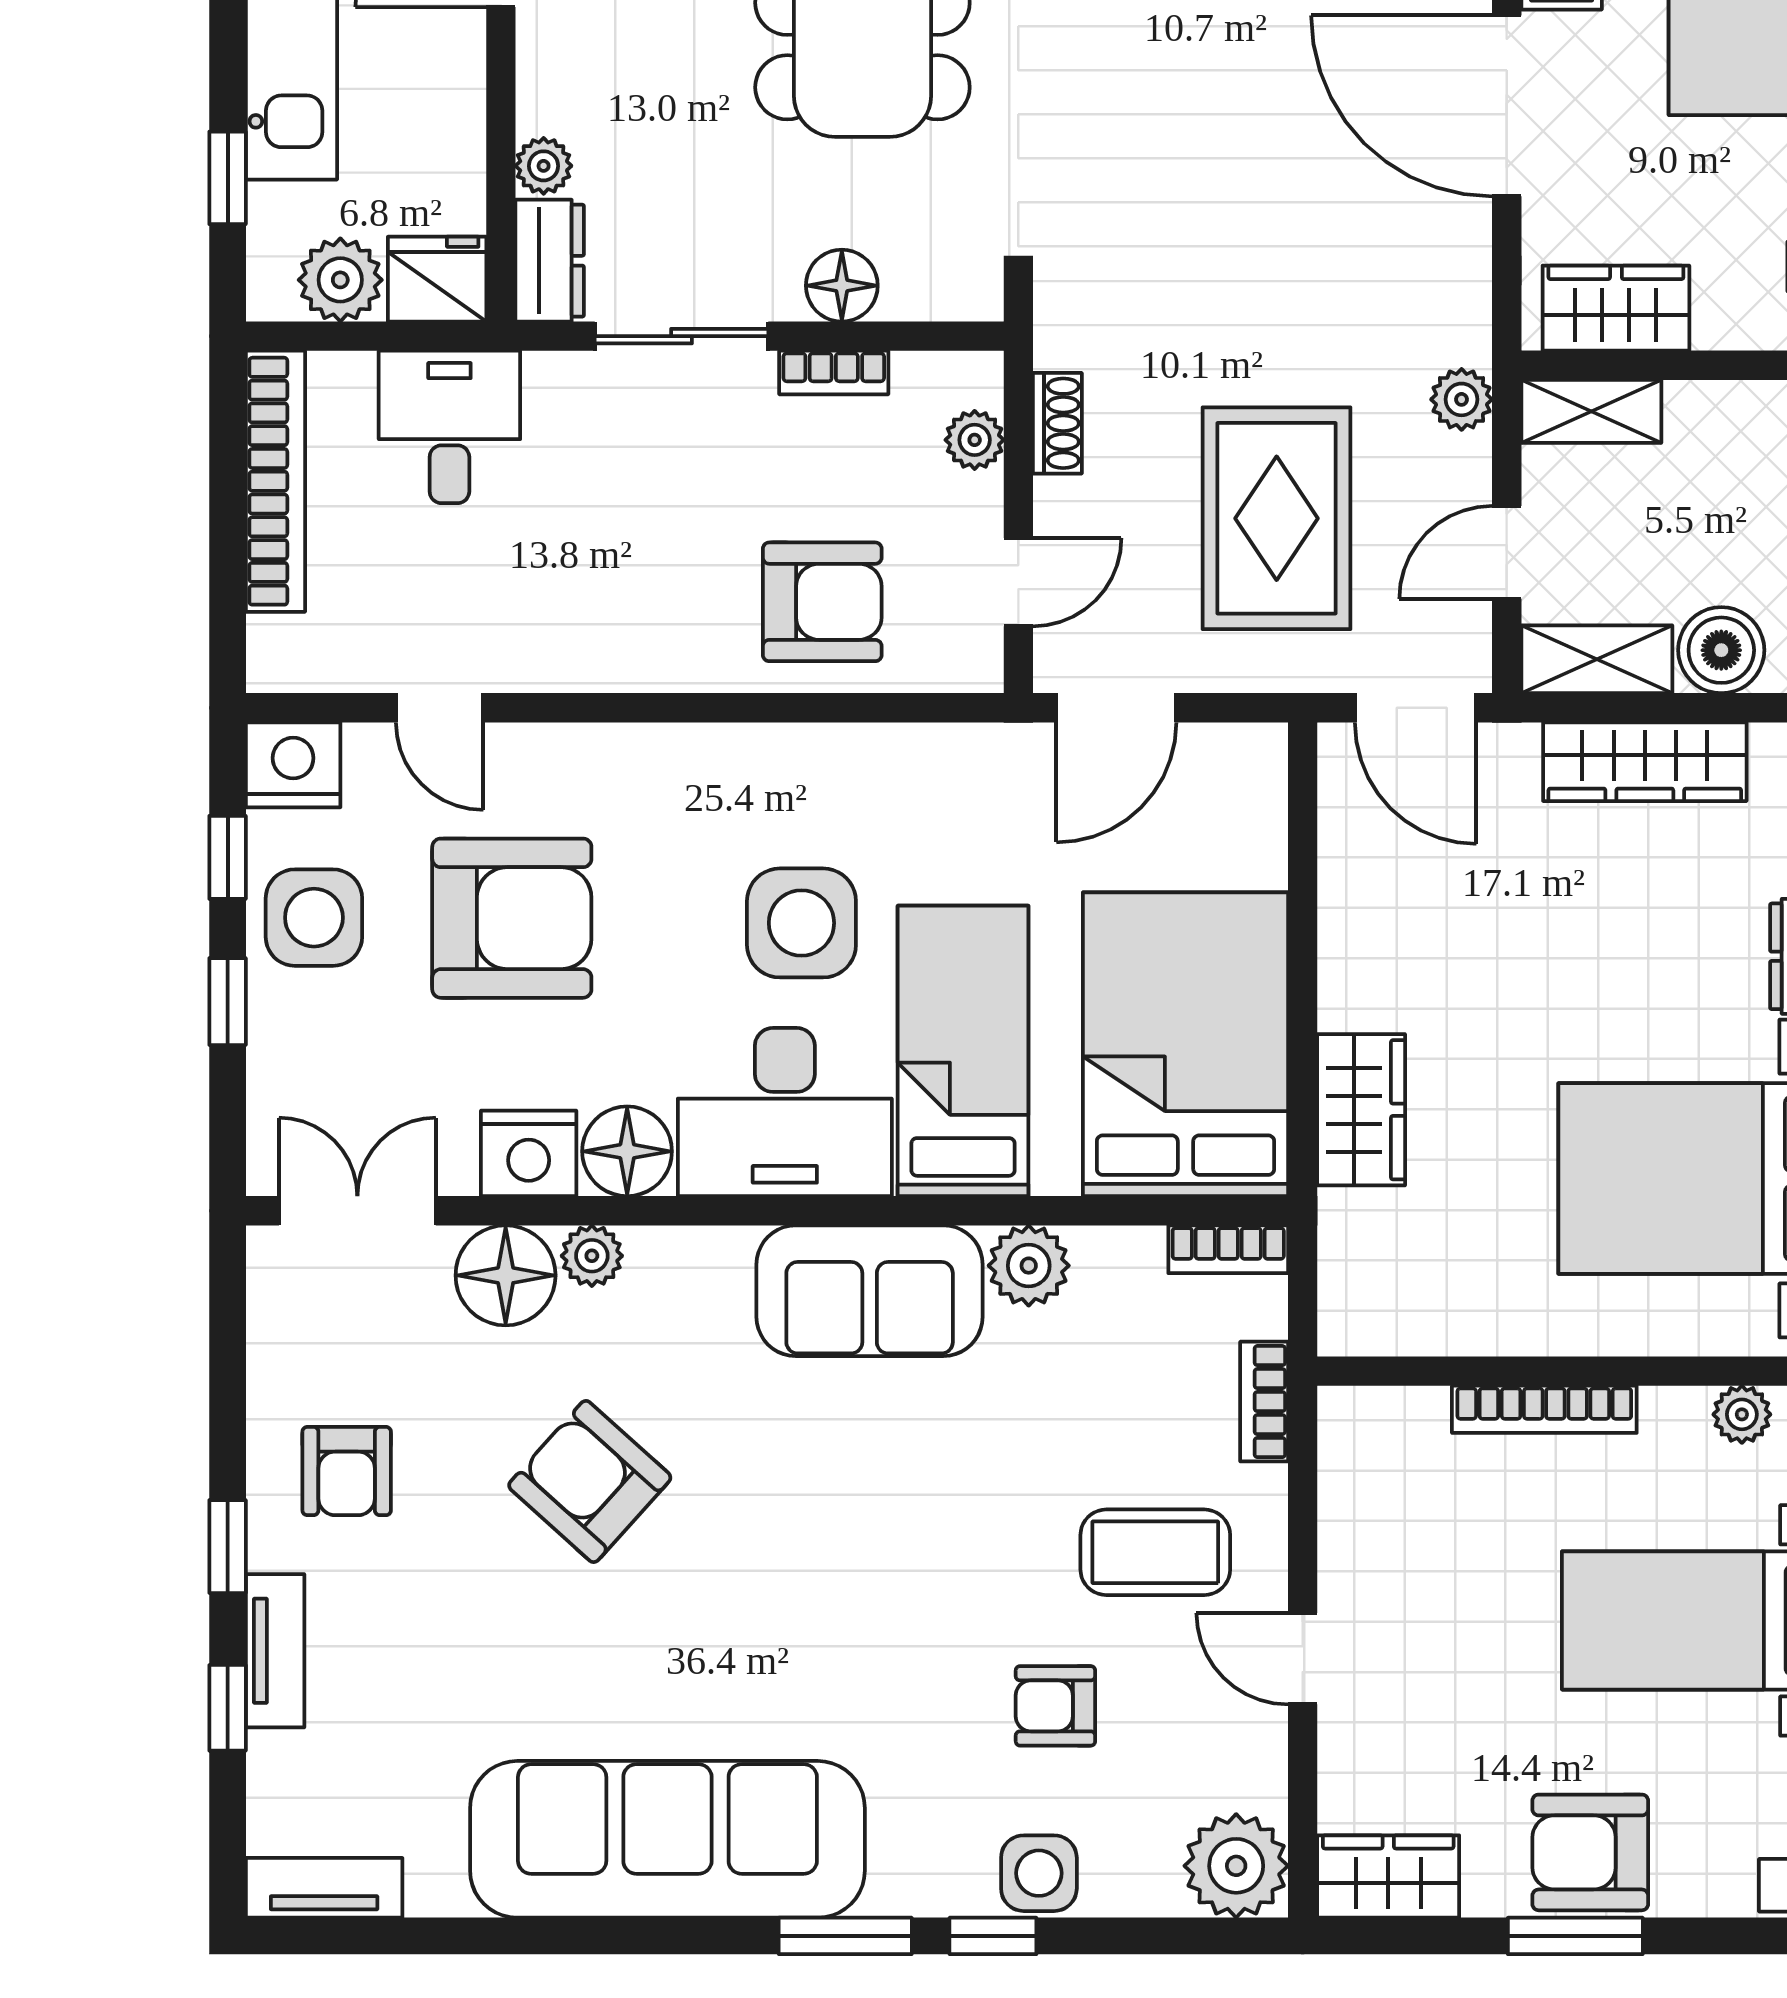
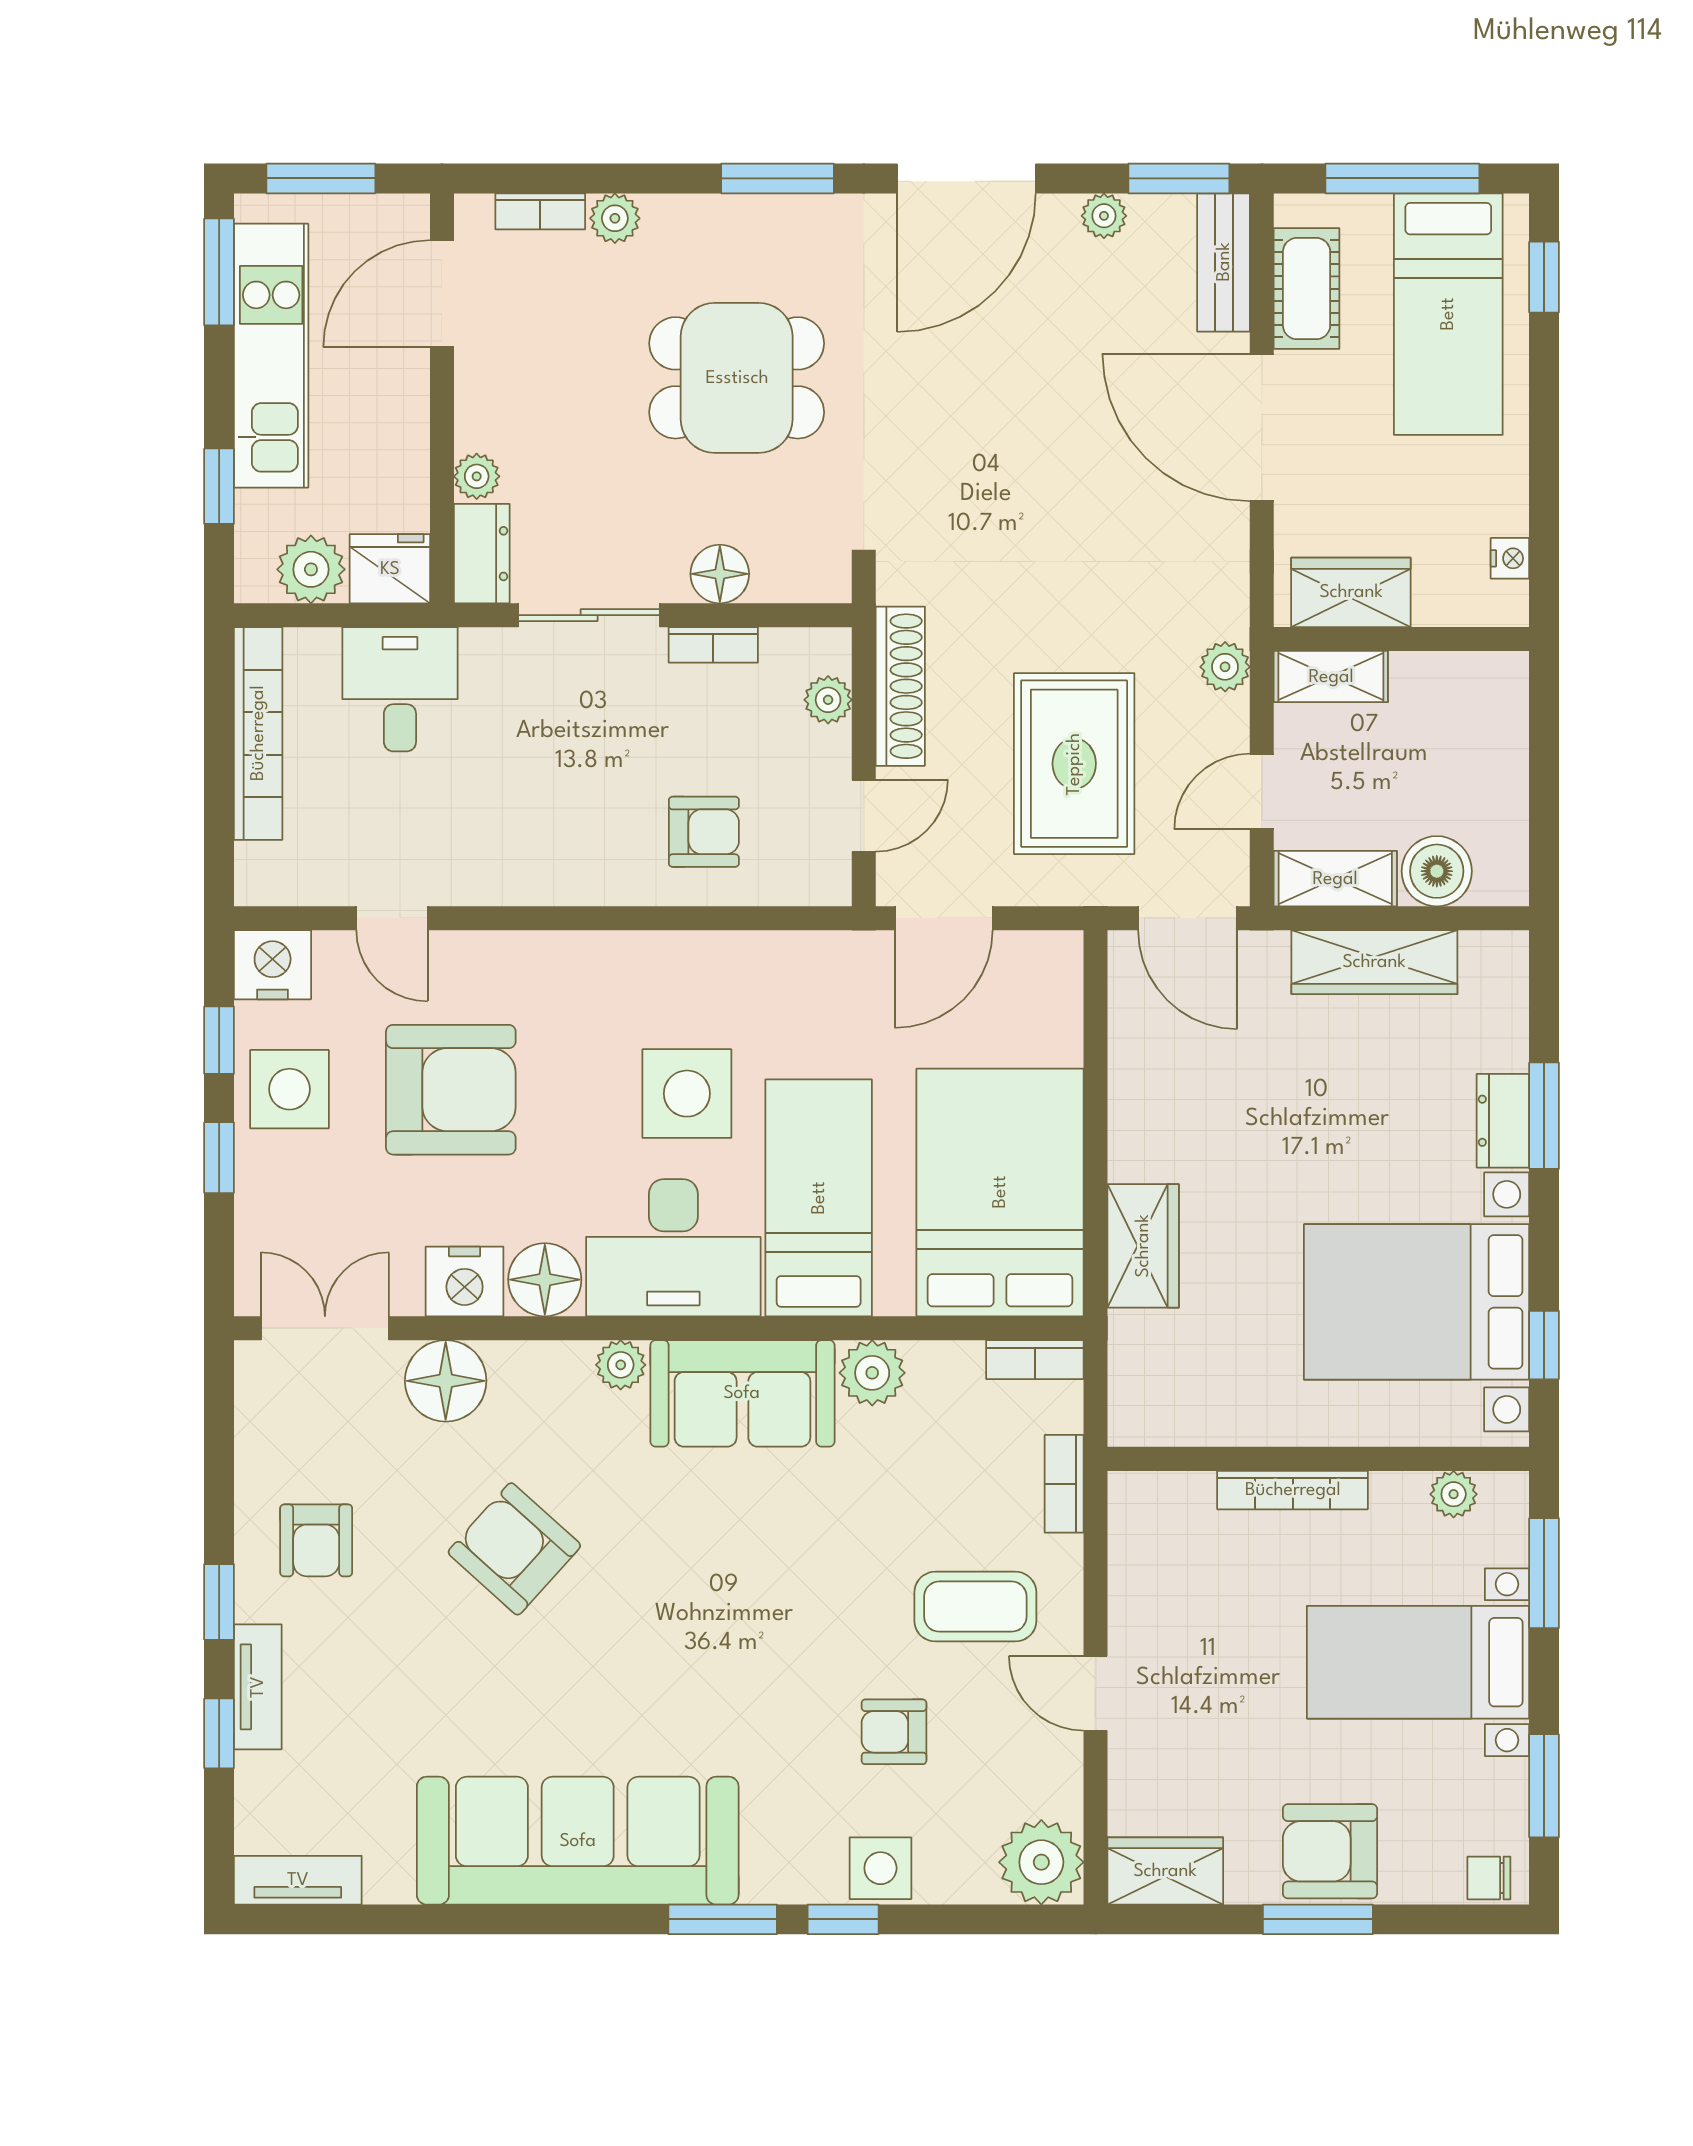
shoe rack: (1057, 423) -> (900, 686), width x1.94, depth x1.24
armchair: (822, 602) -> (704, 832), width x0.72, depth x0.72
plant: (592, 1256) -> (621, 1365), moved

